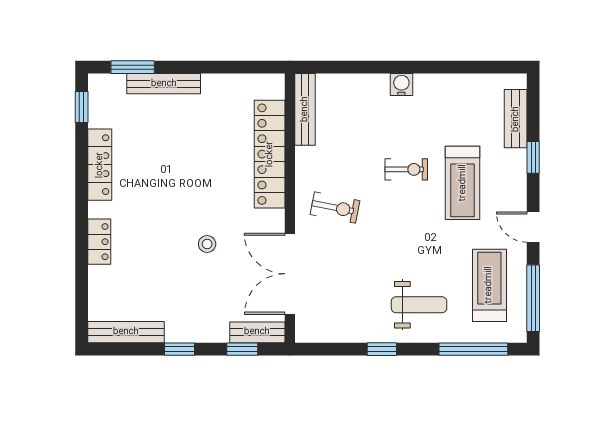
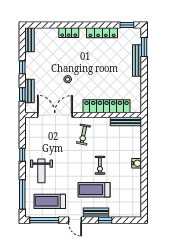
bench: (516, 119) -> (96, 213), moved
door: (533, 227) -> (75, 220), swing flipped
treadmill: (489, 285) -> (50, 201), turned 180
bench: (126, 332) -> (30, 40), width x0.73
bench: (257, 332) -> (30, 91), moved

